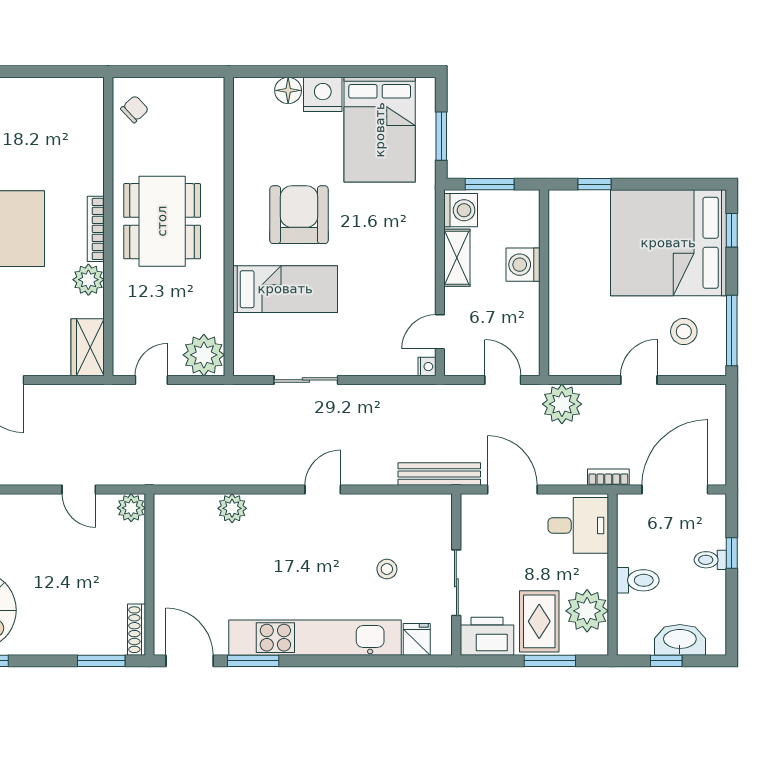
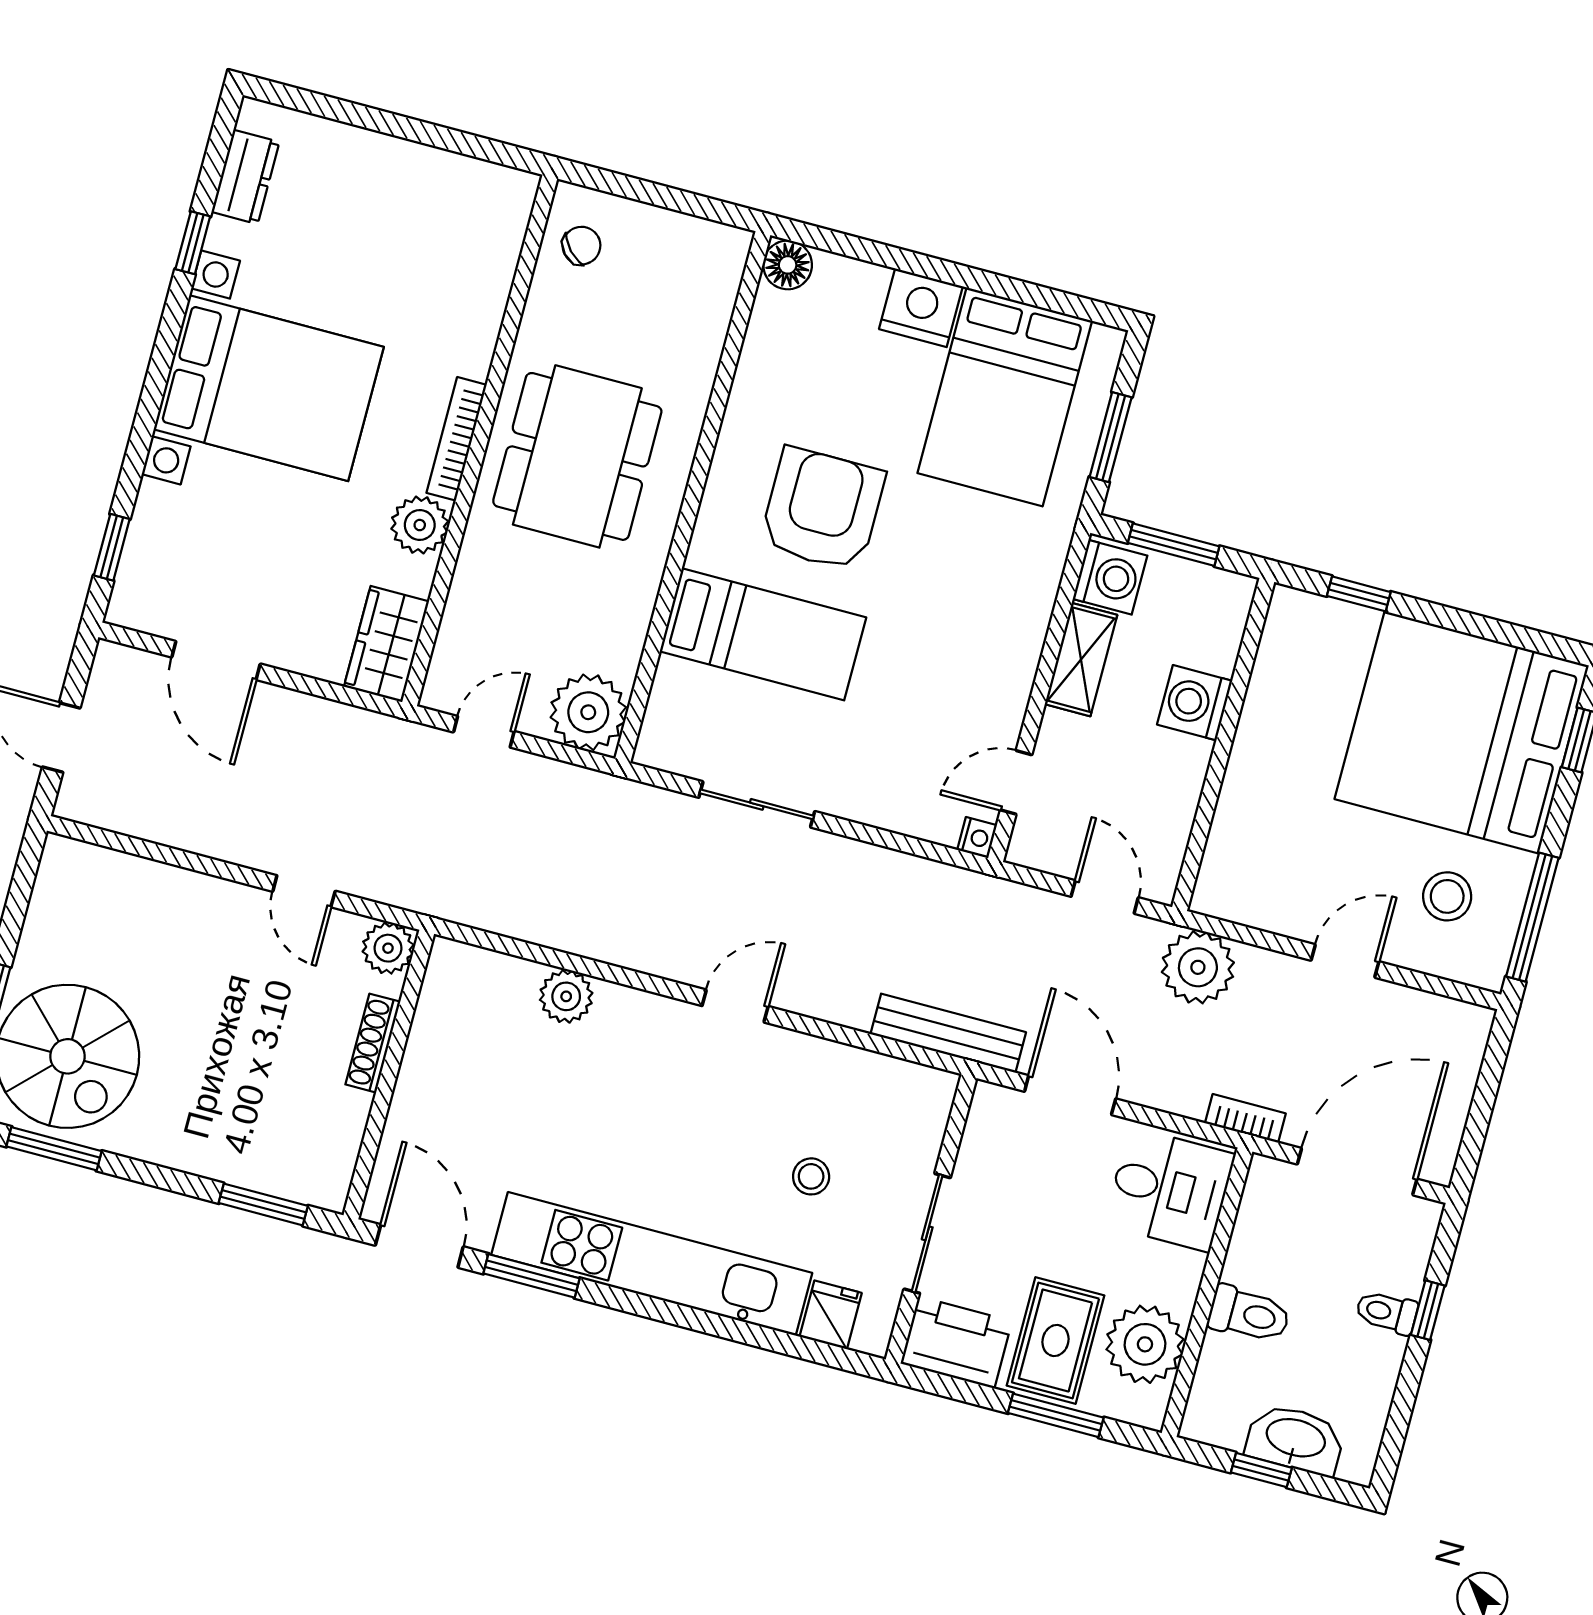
floor lamp: (288, 90) -> (788, 265), moved
shoe rack: (137, 630) -> (373, 1043), moved

